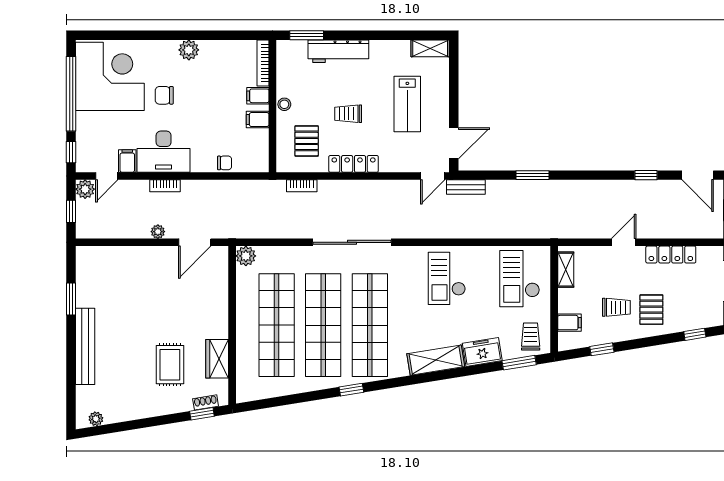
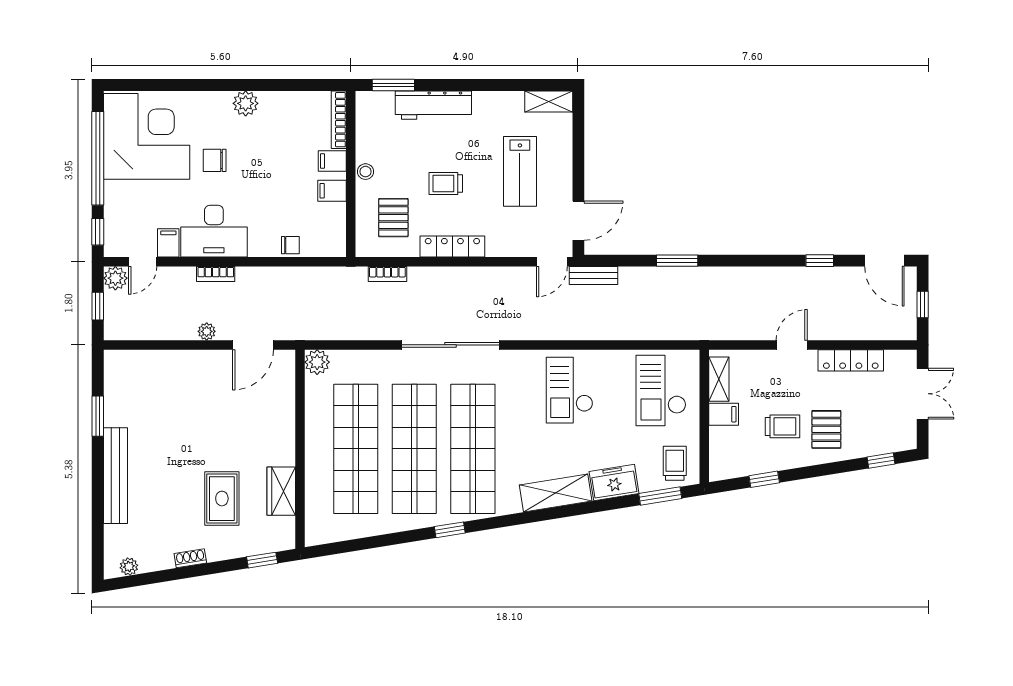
filing cabinet: (569, 323) -> (724, 414), moved
shoe rack: (206, 402) -> (190, 558), moved

